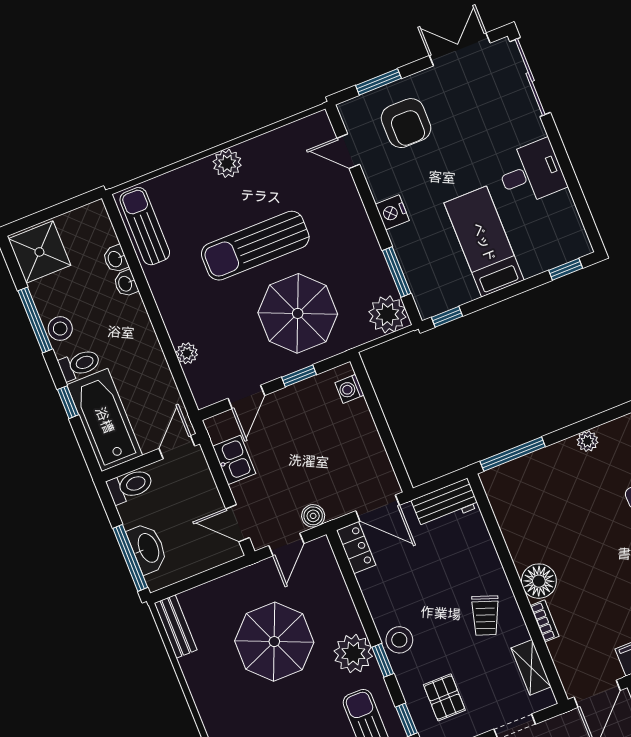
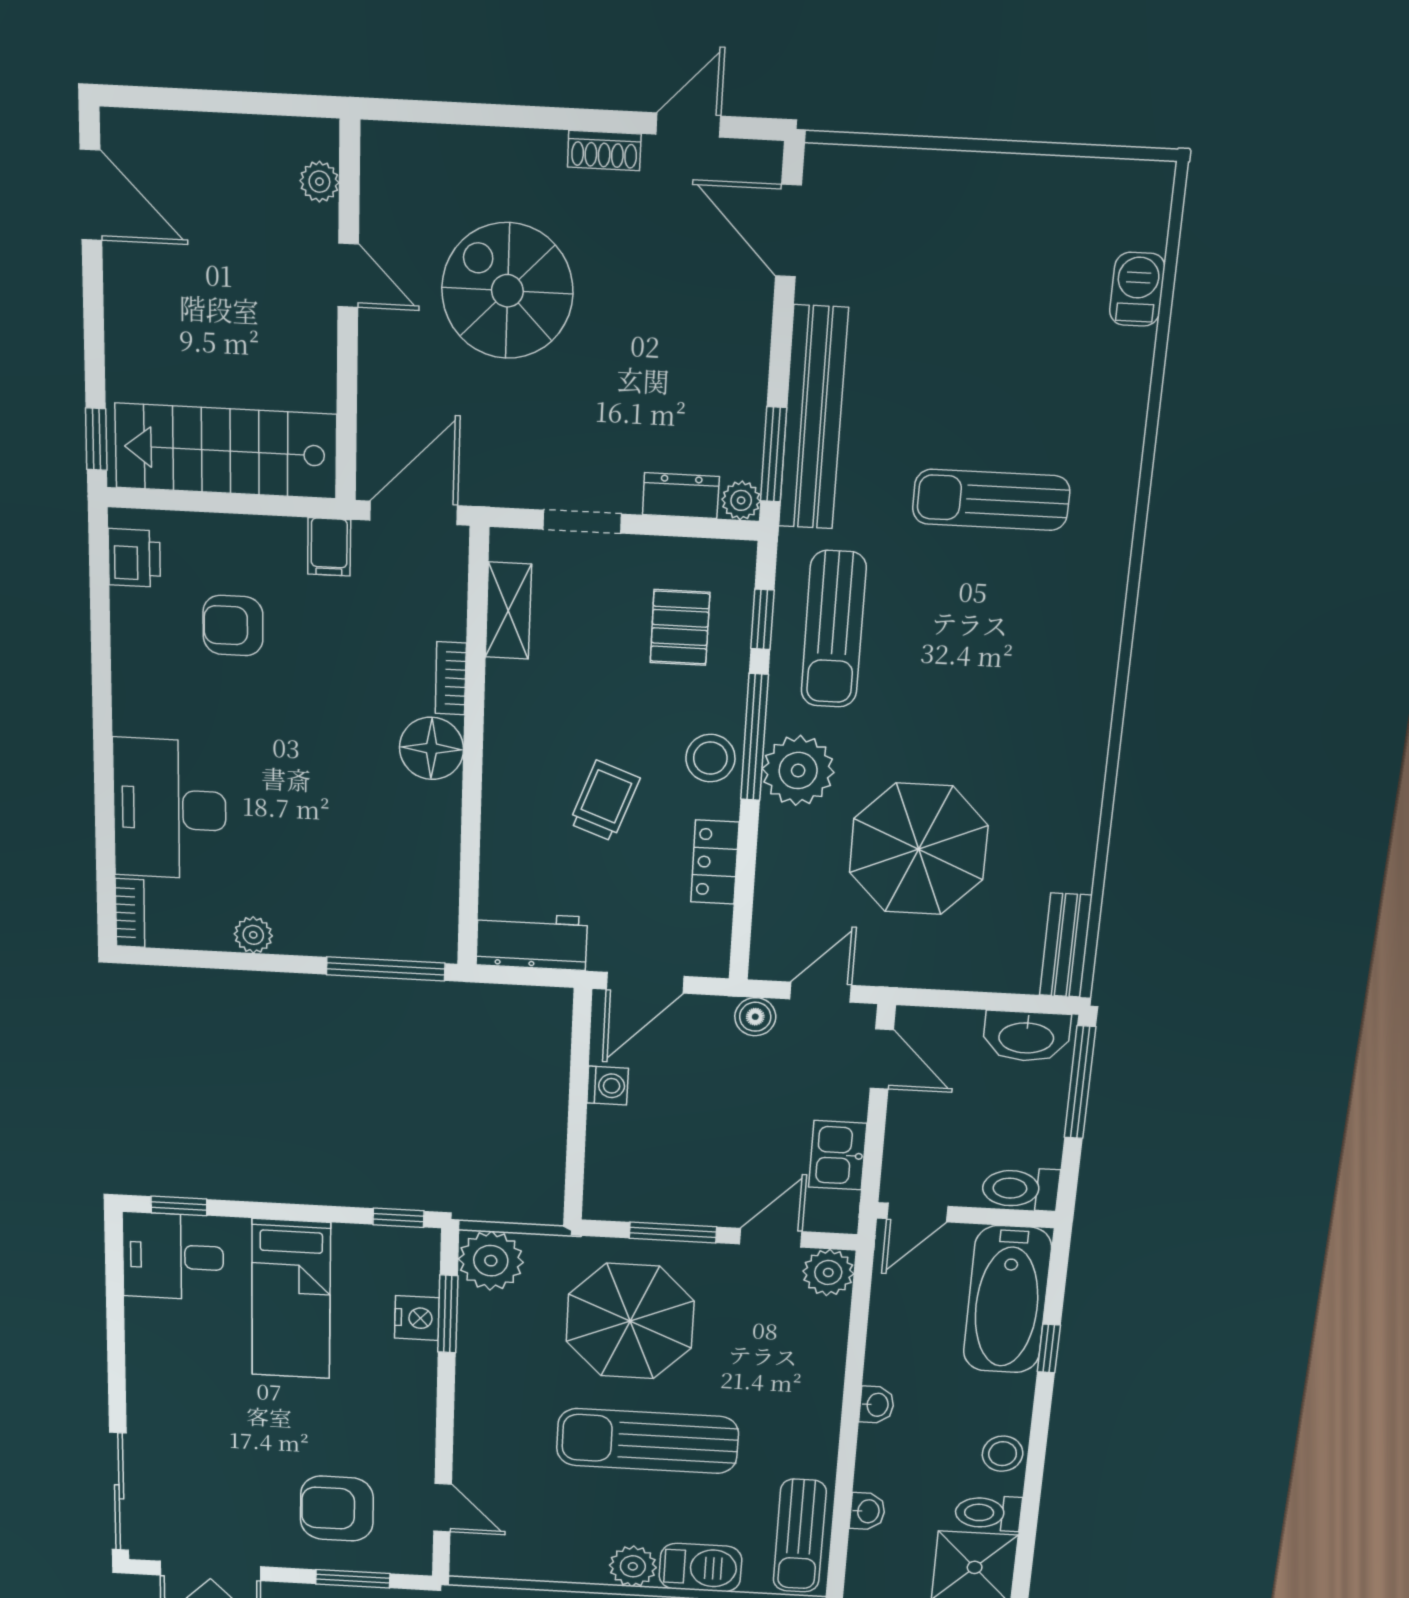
armchair: (406, 123) -> (337, 1509), turned -90
desk: (531, 173) -> (173, 1256), moved
barbecue: (190, 180) -> (700, 1568), added
nightstand: (392, 212) -> (417, 1318), moved
sun lounger: (255, 246) -> (647, 1441), turned 180
washbasin: (126, 284) -> (877, 1405), moved
window: (35, 320) -> (1033, 1481), removed
plant: (187, 353) -> (828, 1273), moved, width x1.38, depth x1.38
toilet: (80, 364) -> (988, 1513), moved
window: (299, 376) -> (673, 1233), width x1.50
washing machine: (349, 389) -> (608, 1086), moved
door: (378, 508) -> (645, 983), swing flipped
washbasin: (148, 548) -> (1026, 1036), moved, turned -90
locker: (356, 548) -> (715, 862), moved
trolley: (485, 615) -> (604, 801), moved
window: (383, 660) -> (754, 737), width x2.17

